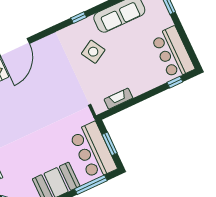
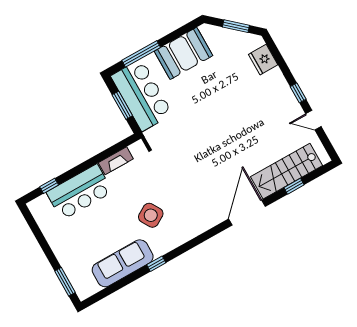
window: (79, 18) -> (156, 264), moved
bar counter: (173, 53) -> (80, 192), moved, turned 90

